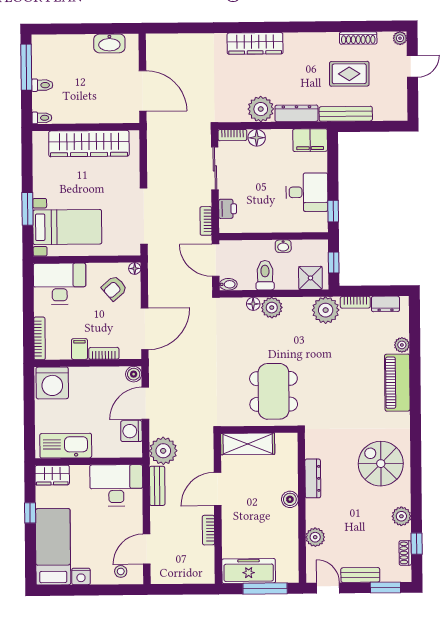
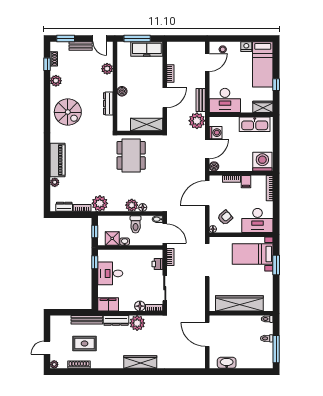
shower: (310, 278) -> (112, 238), moved

